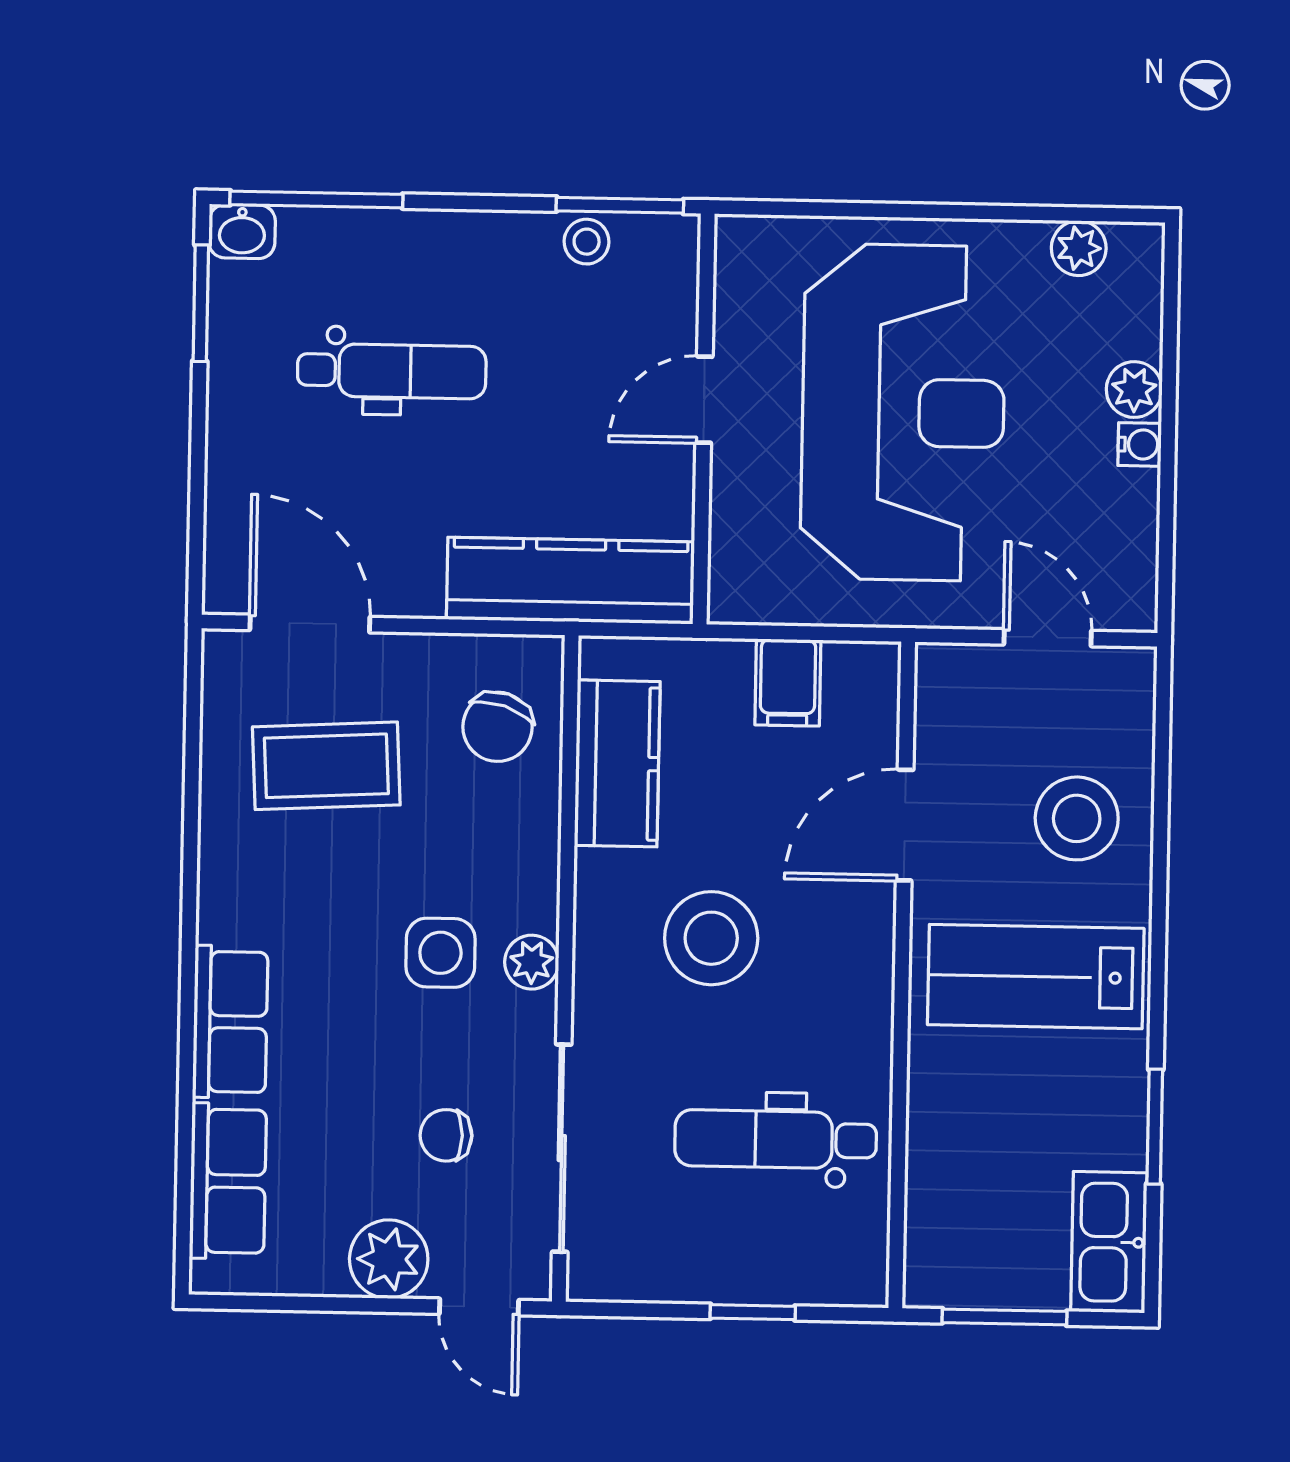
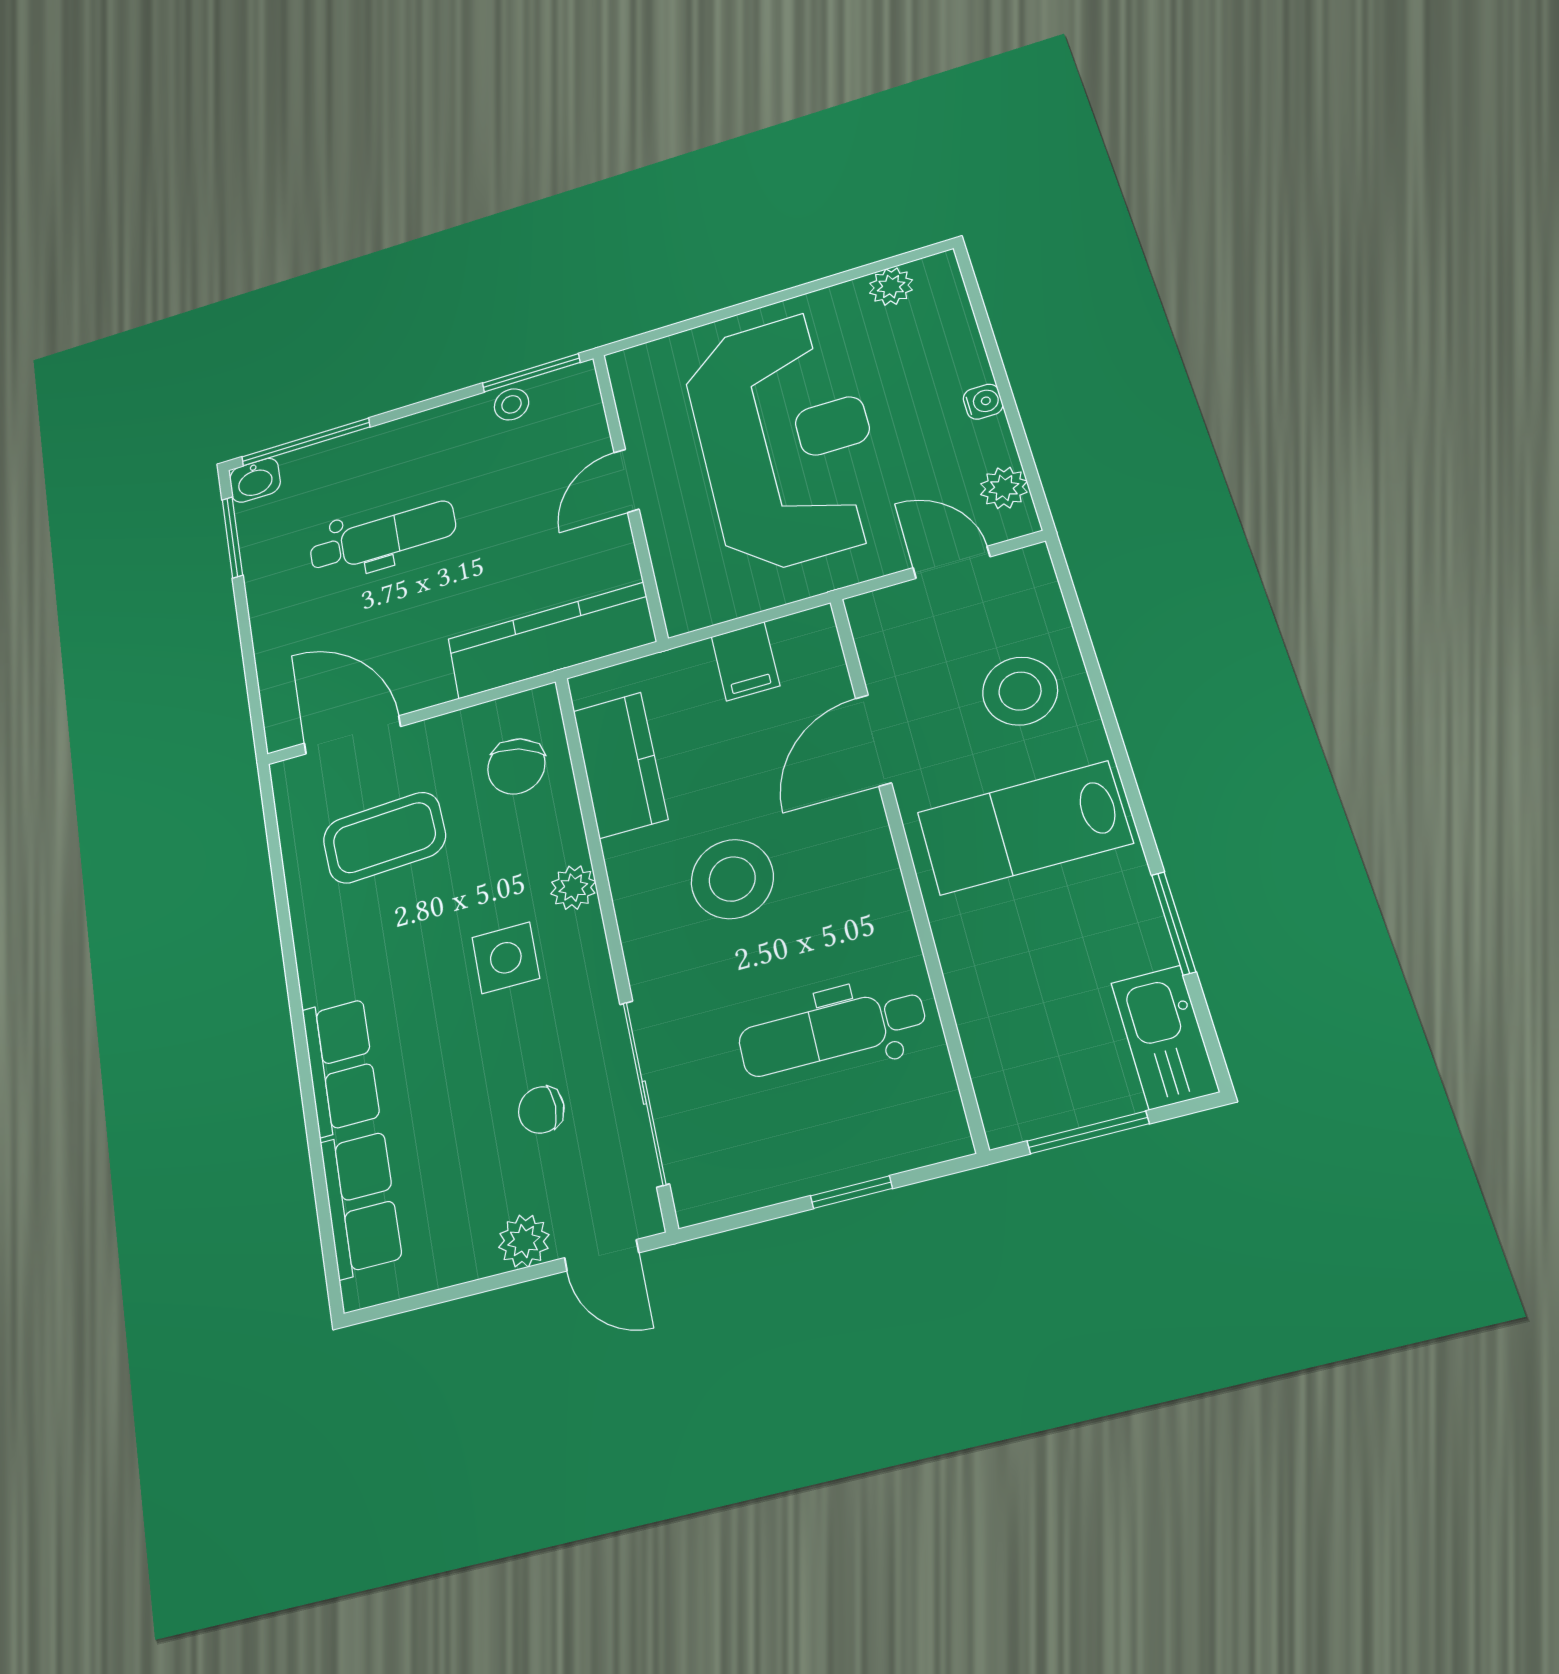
plant: (1134, 390) -> (1004, 488), moved
plant: (532, 962) -> (573, 888), moved
plant: (389, 1259) -> (524, 1241), width x0.73, depth x0.73

